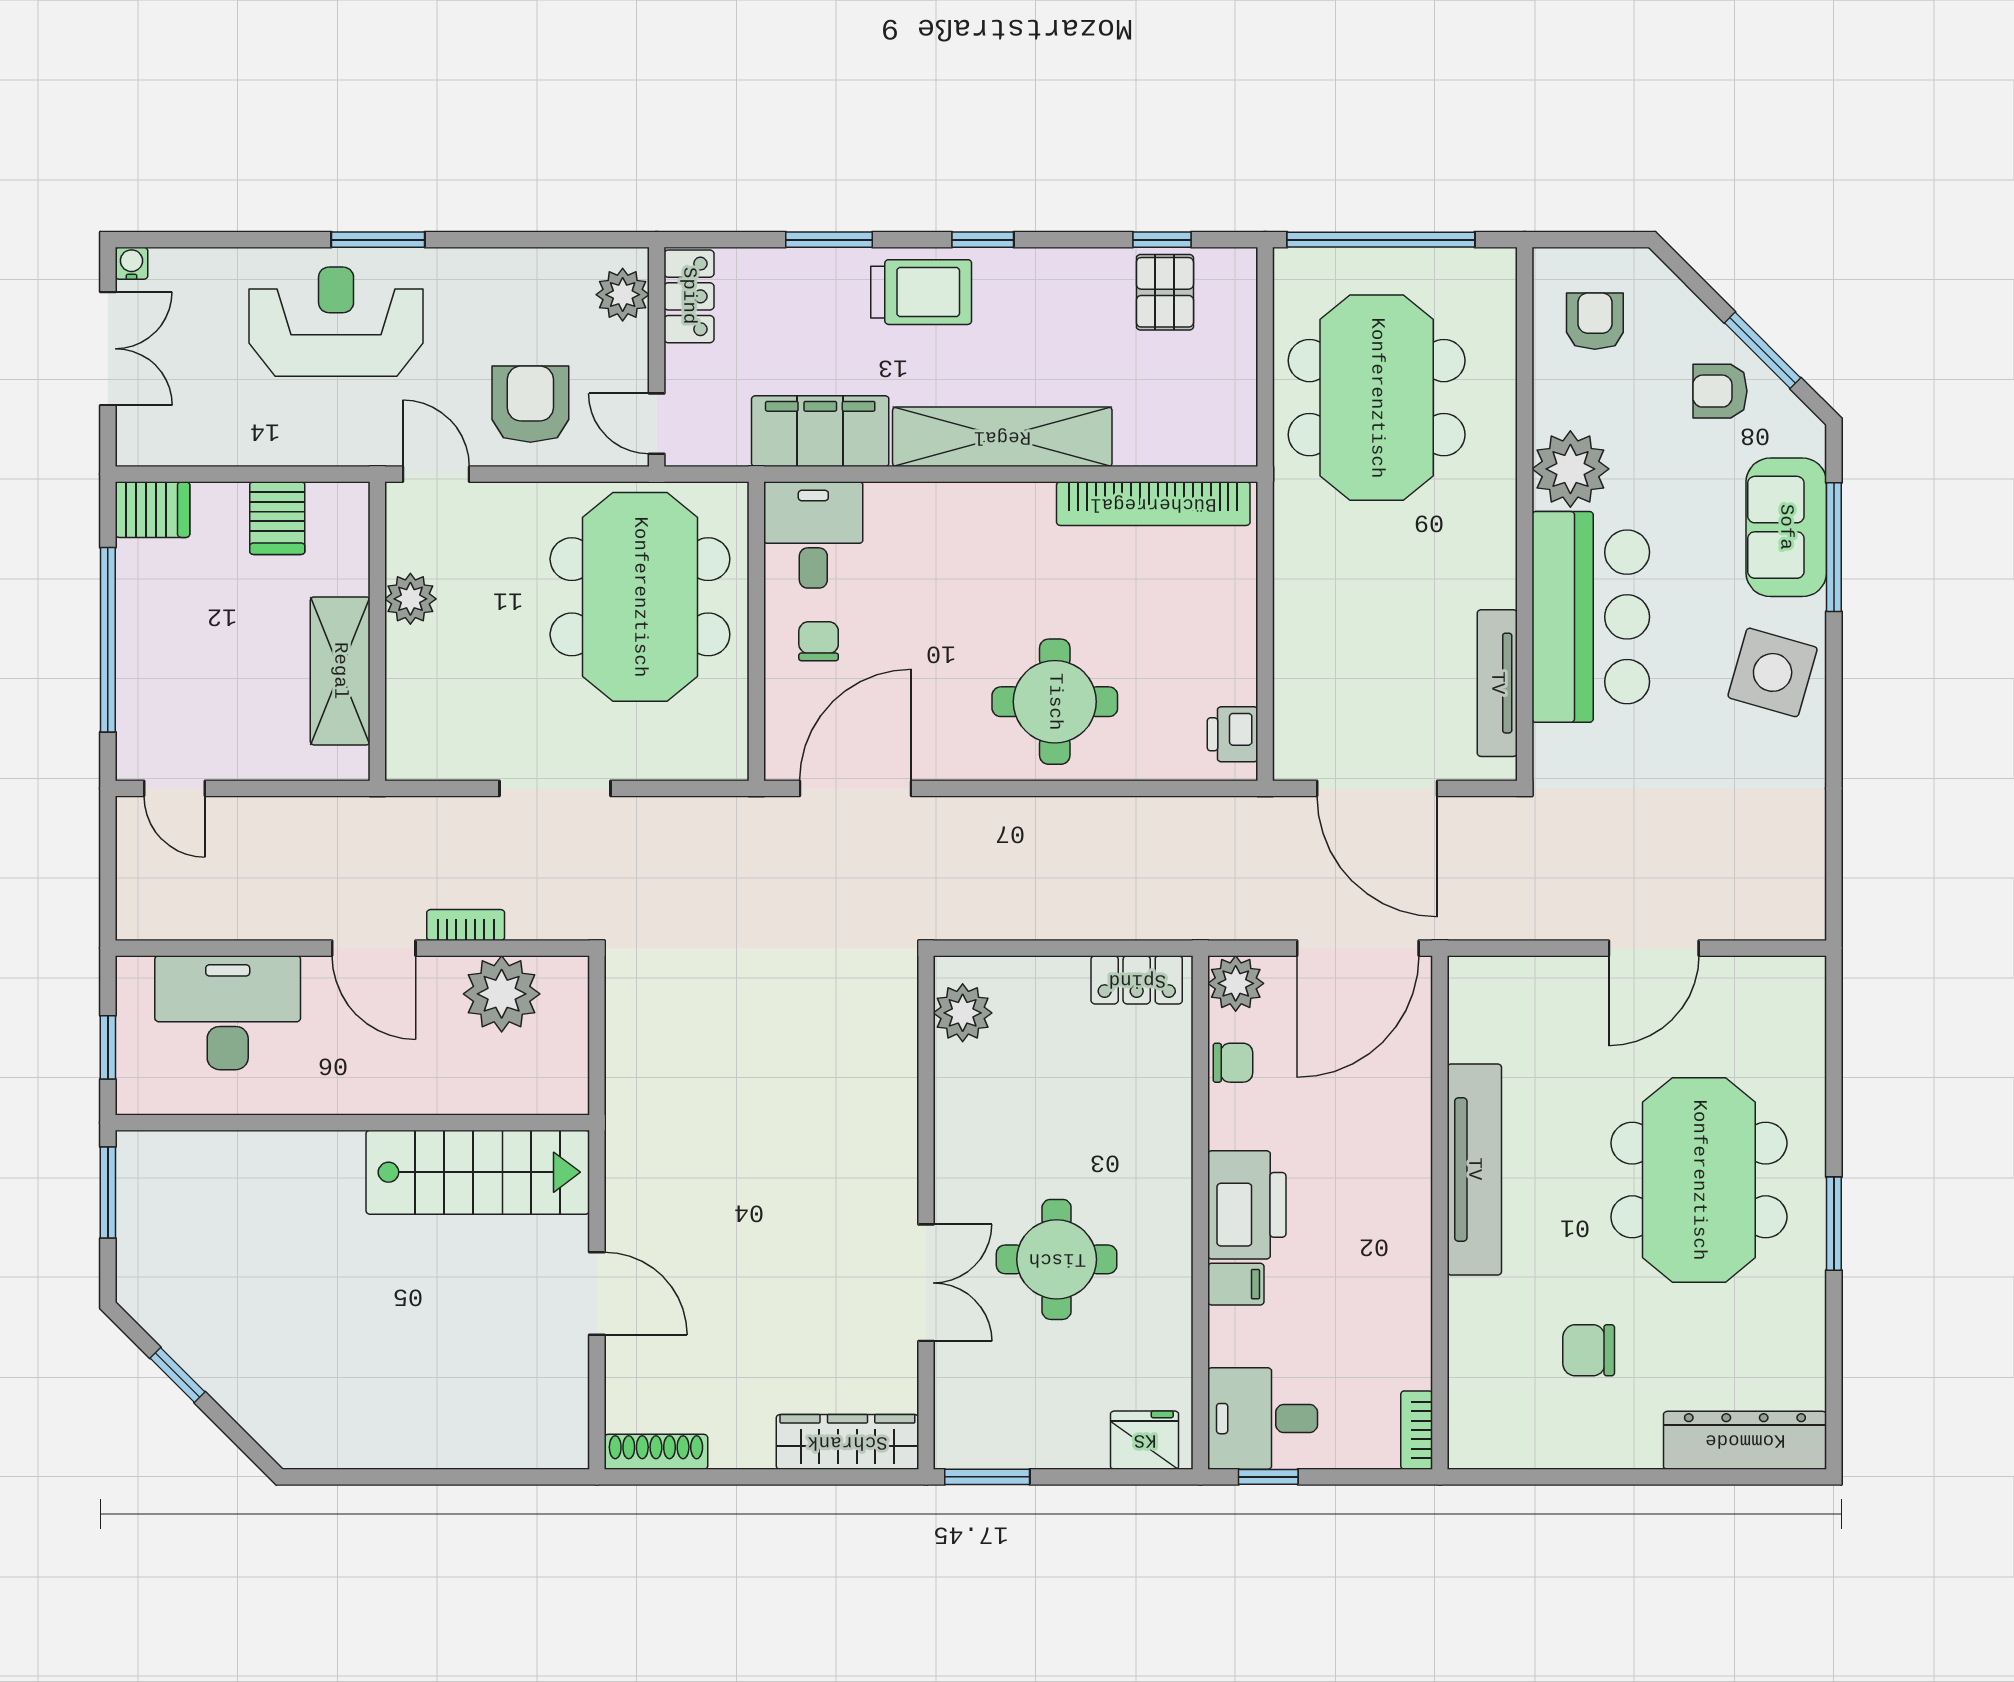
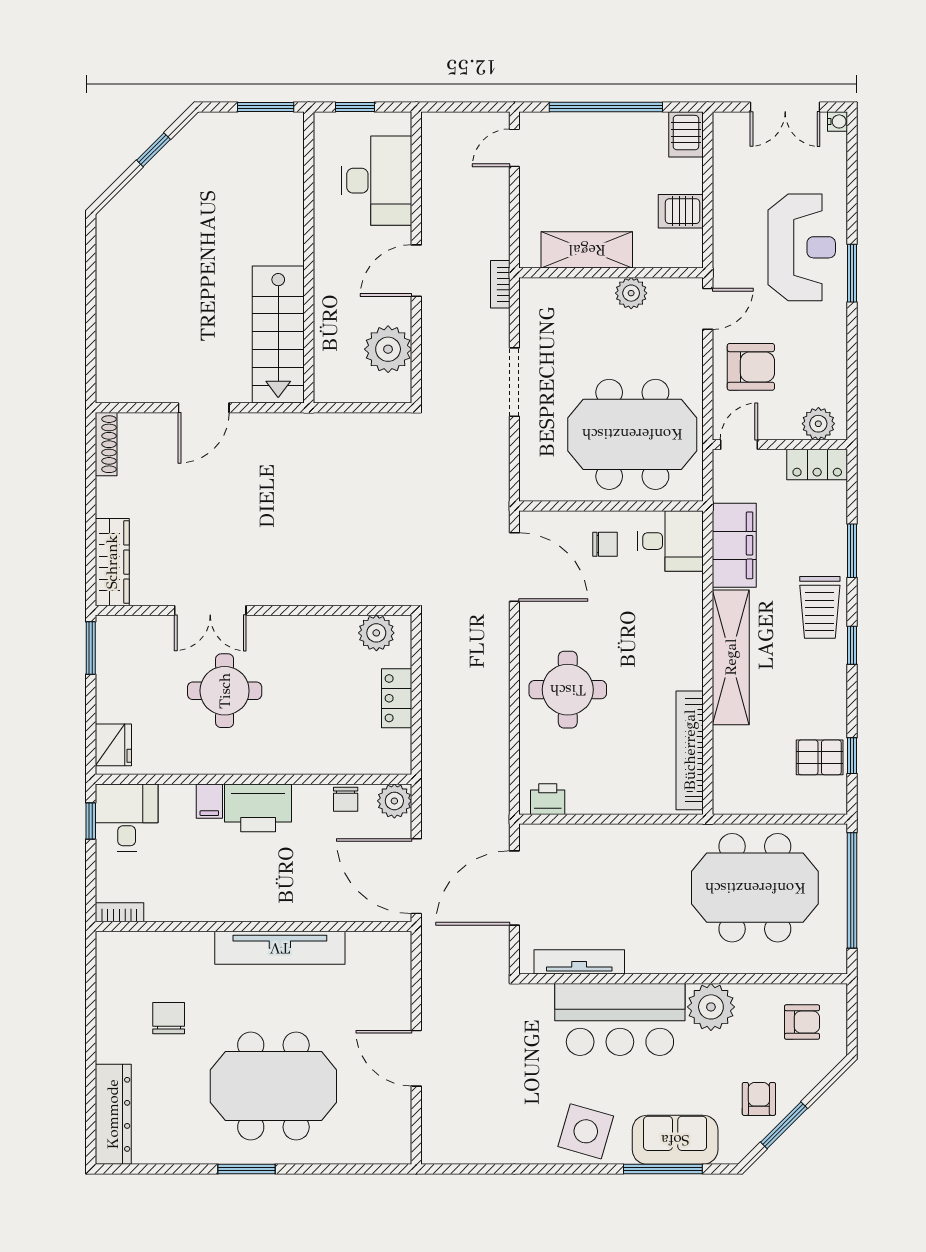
bookcase: (466, 925) -> (500, 284), moved, turned 180
locker: (1137, 980) -> (397, 698), moved

